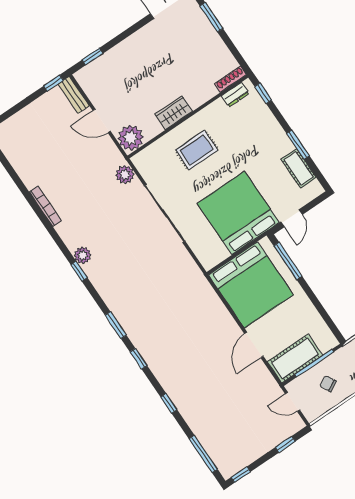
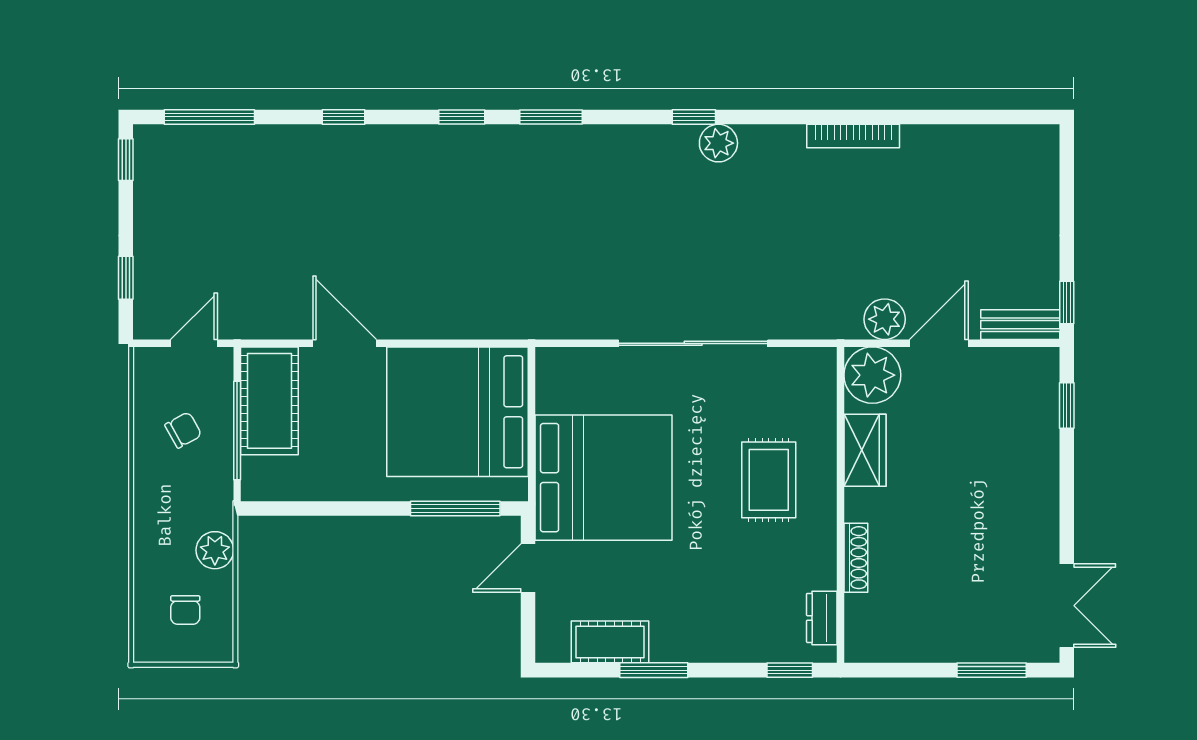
shoe rack: (230, 79) -> (856, 558), moved
wardrobe: (174, 113) -> (865, 450), moved
plant: (125, 175) -> (885, 319), moved
door: (292, 218) -> (528, 568), hinge flipped

